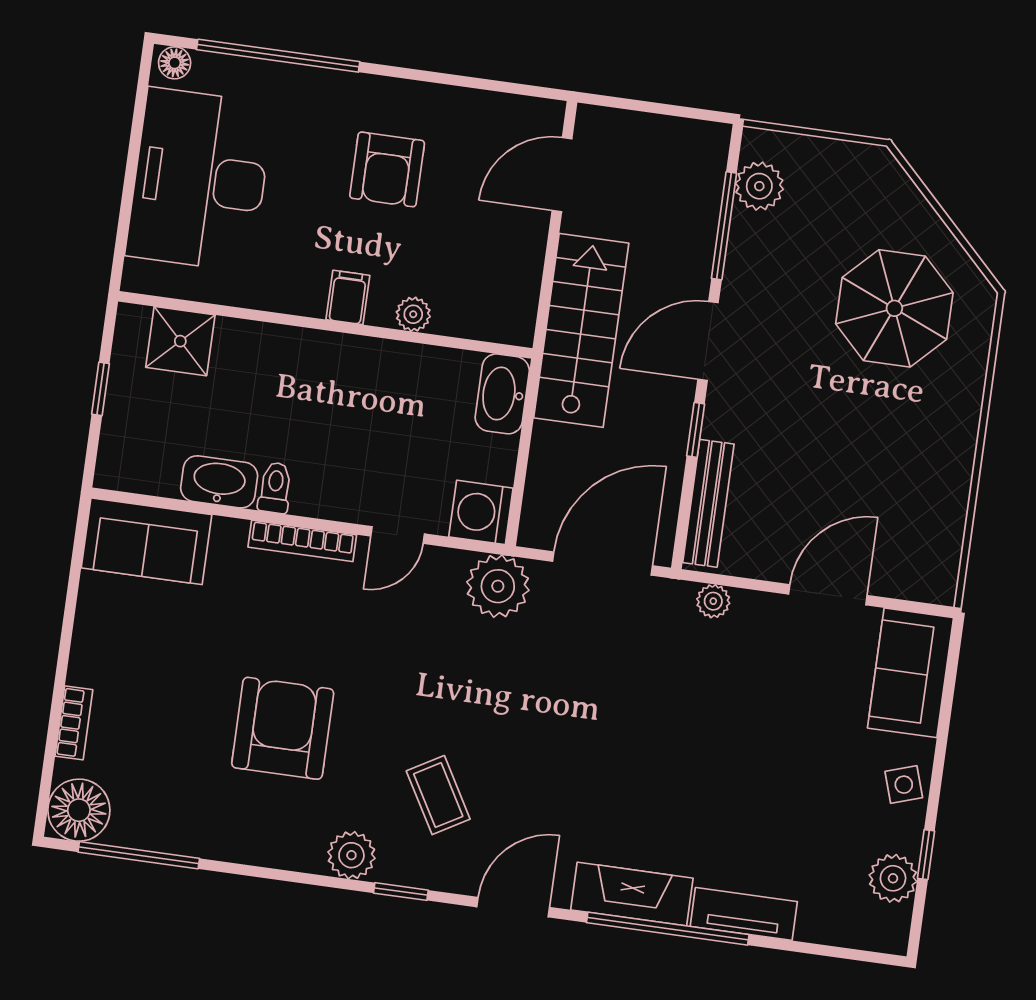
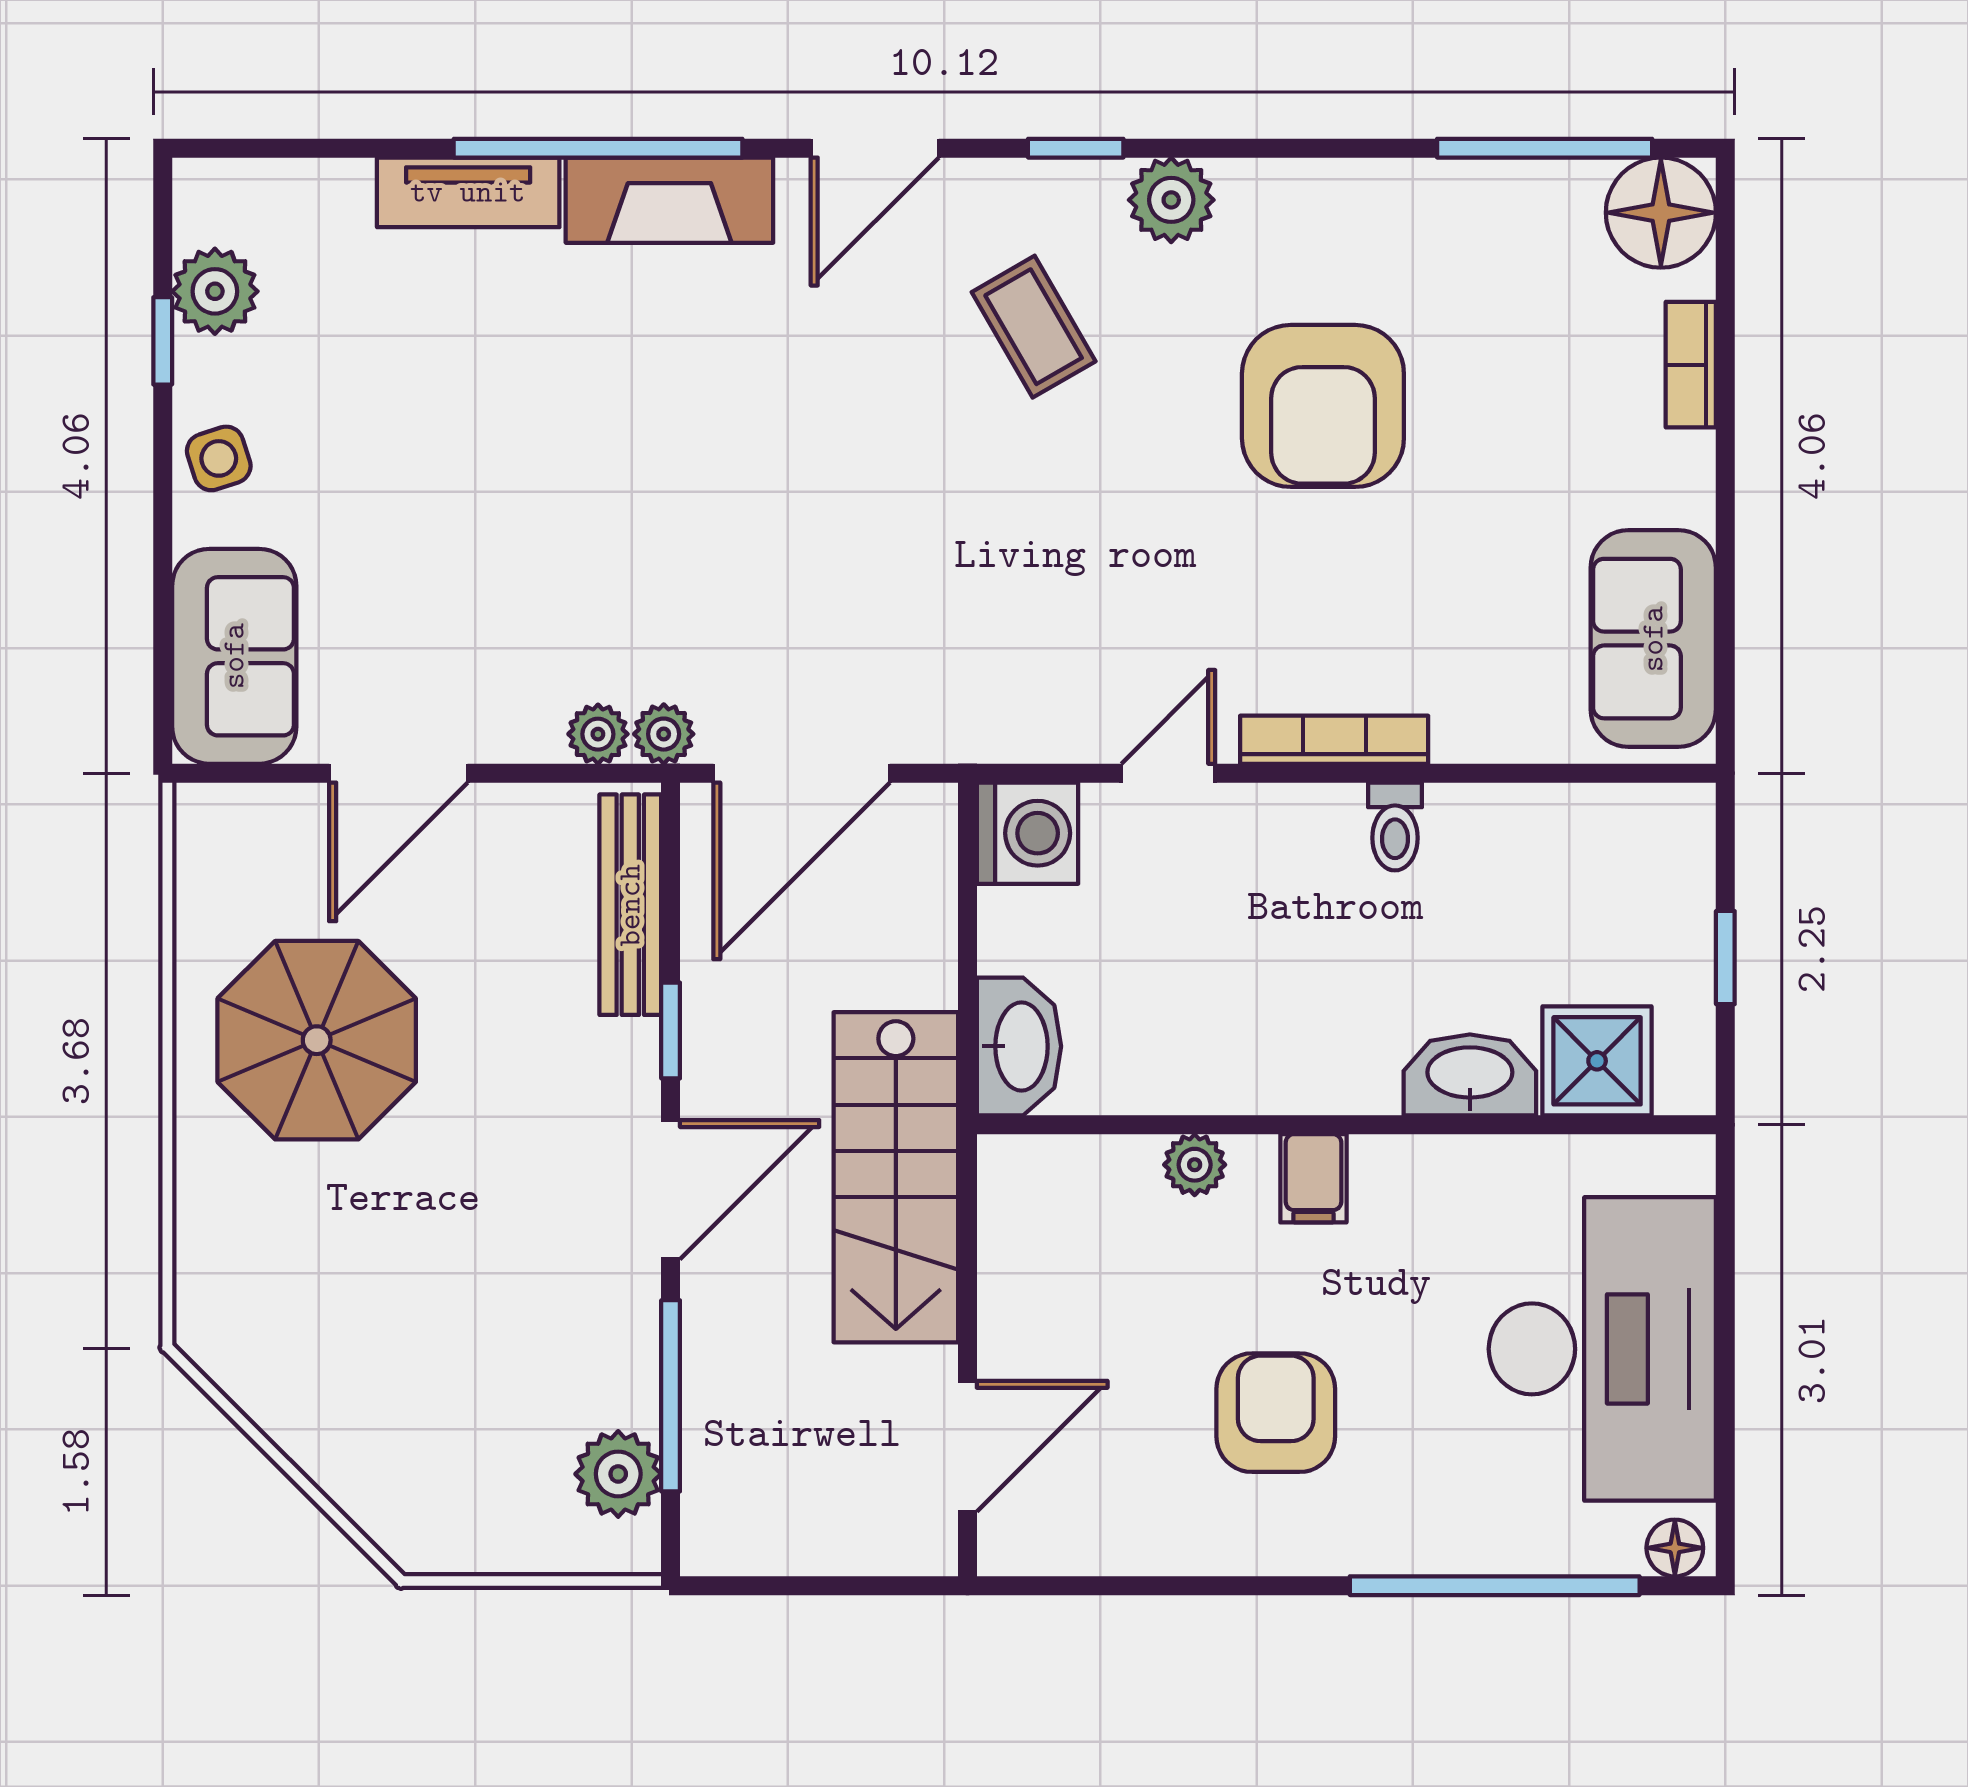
parasol: (894, 308) -> (317, 1040), moved
washbasin: (219, 482) -> (1470, 1075), moved, turned 180
sofa: (147, 541) -> (1653, 639), moved, turned -90
plant: (498, 586) -> (664, 734), moved, width x0.53, depth x0.53

